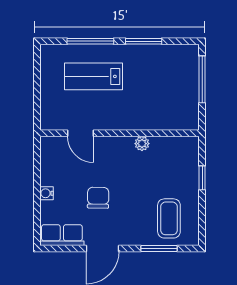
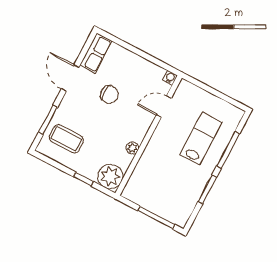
plant: (184, 151) -> (110, 177), added
water cooler: (47, 193) -> (170, 78), moved

